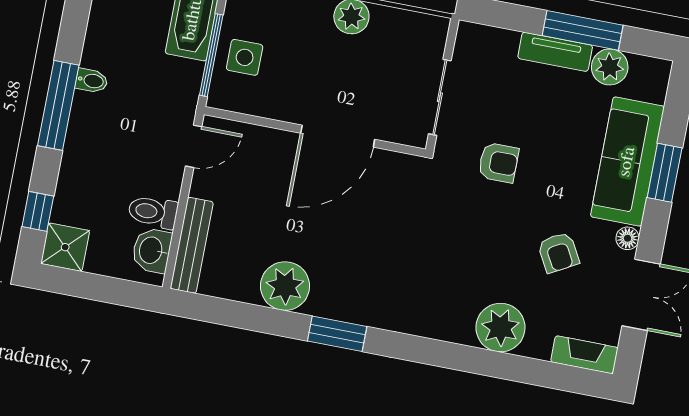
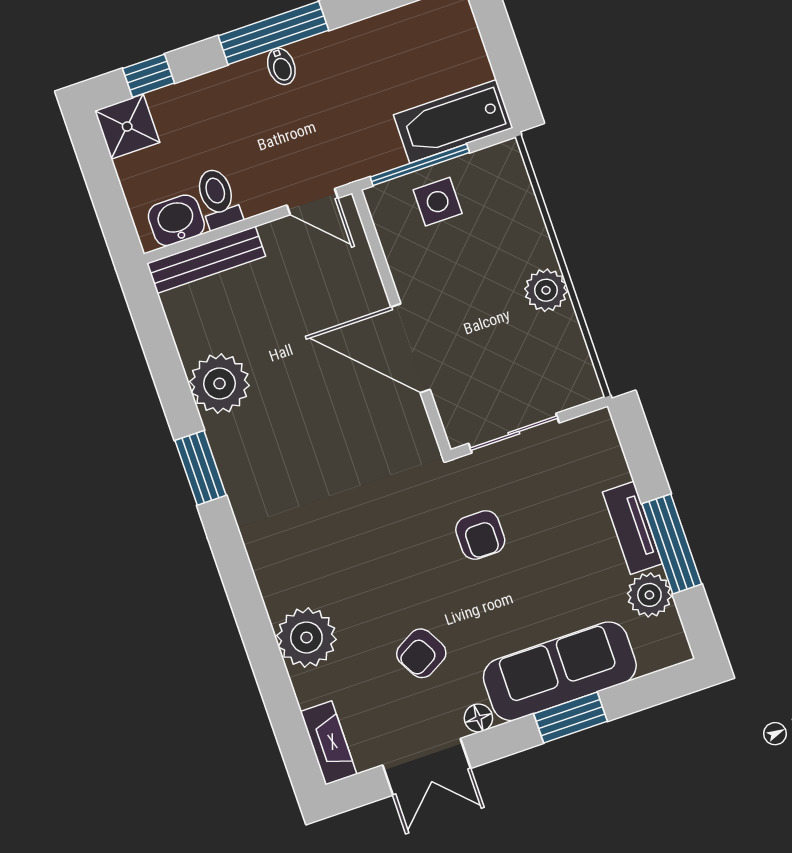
bidet: (91, 81) -> (281, 66), moved

